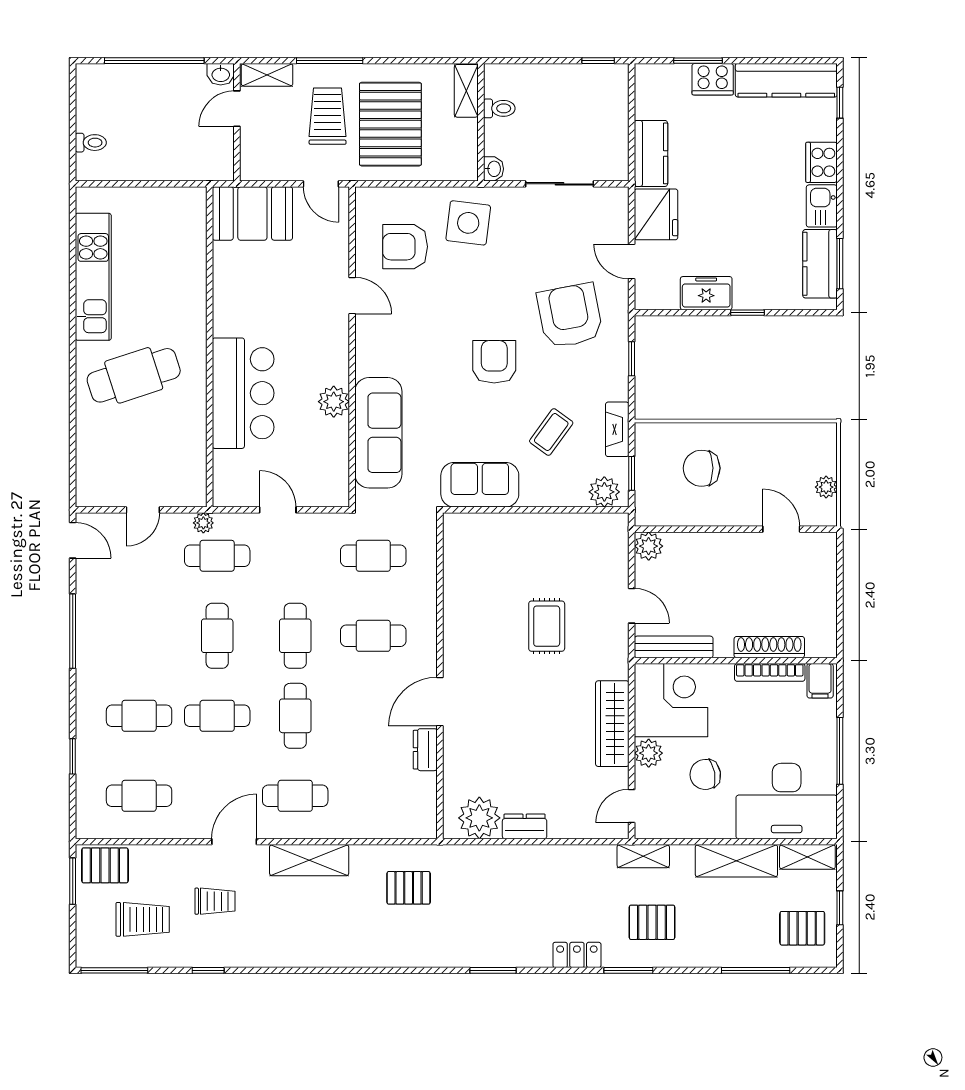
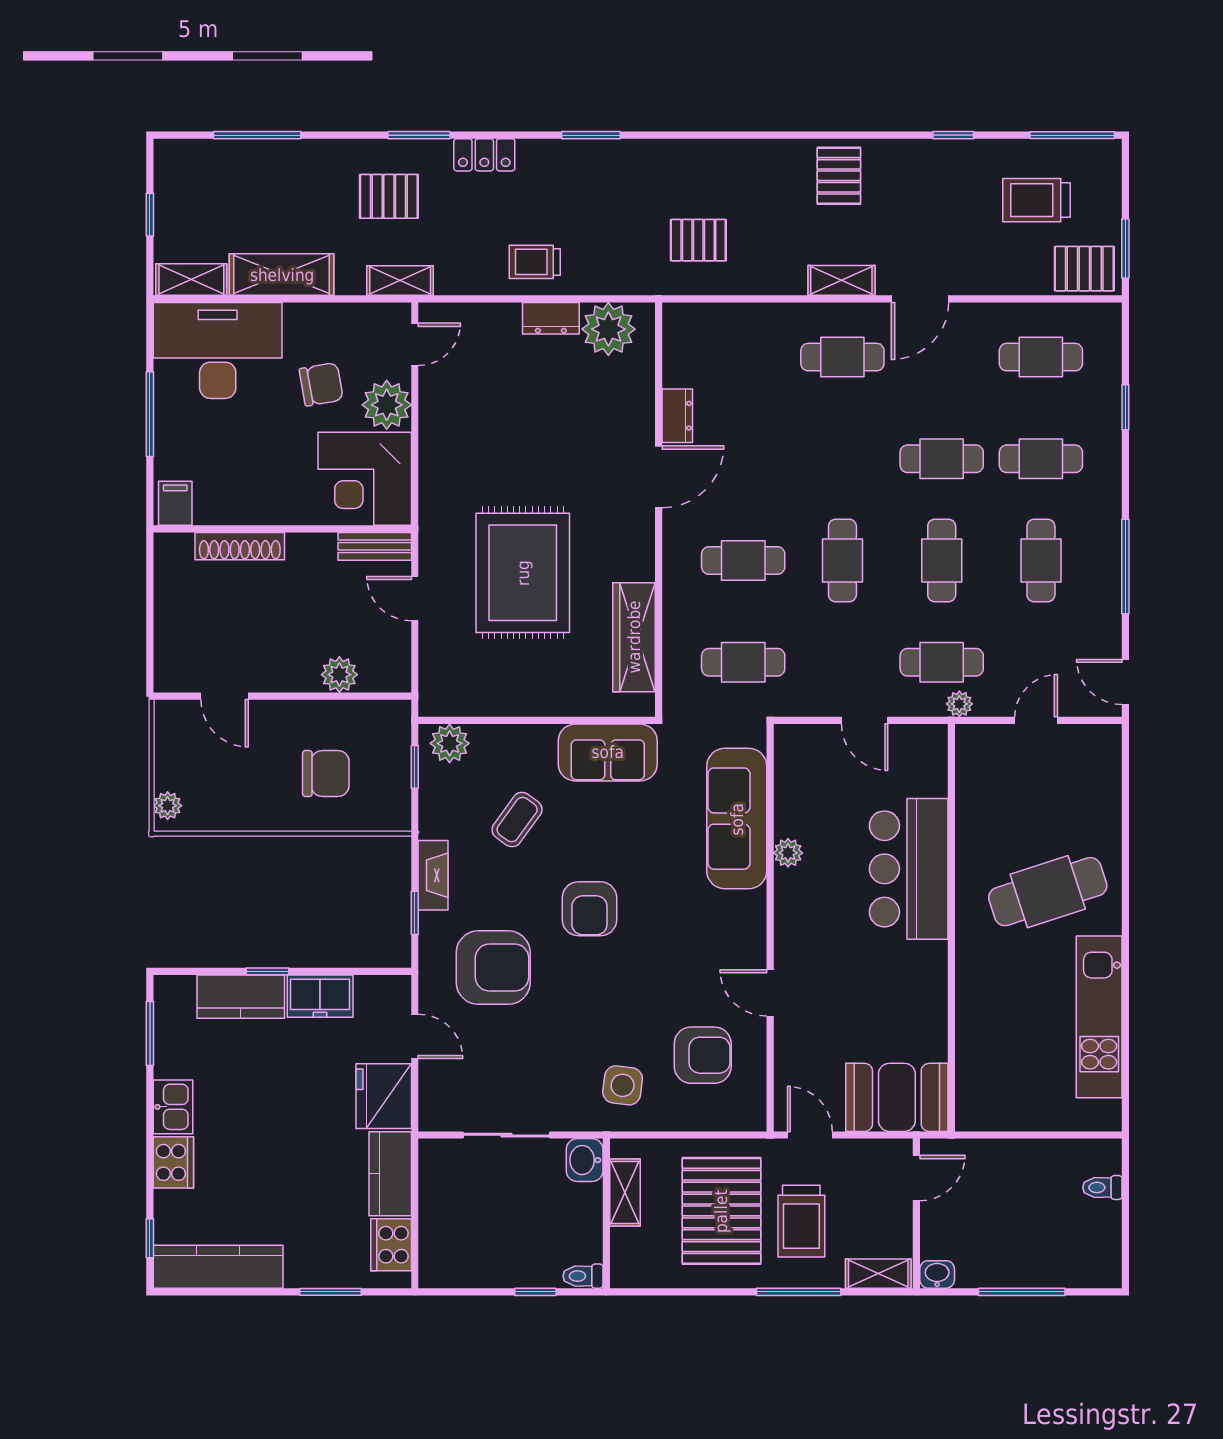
window: (154, 61) -> (1022, 1292), width x0.68
window: (598, 61) -> (535, 1292), moved
cooker: (713, 79) -> (391, 1245), moved, turned -90
shelving: (466, 91) -> (625, 1192), moved
toilet: (499, 108) -> (583, 1276), moved
door: (237, 109) -> (916, 1178), moved
washbasin: (494, 169) -> (585, 1160), width x1.38, depth x1.45
side table: (468, 223) -> (623, 1085), width x0.73, depth x0.73
kitchen counter: (820, 264) -> (241, 997), moved, turned 90
armchair: (570, 316) -> (493, 968), turned -79
plant: (334, 402) -> (788, 853), width x0.73, depth x0.73
fireplace: (617, 429) -> (433, 875), moved
plant: (826, 487) -> (168, 806), moved
plant: (649, 546) -> (339, 675), moved
rug: (547, 626) -> (523, 573), width x1.86, depth x2.06
bench: (674, 647) -> (375, 546), width x0.73
bookcase: (770, 672) -> (239, 514), removed
cafe table: (295, 716) -> (1041, 561), moved
wardrobe: (612, 724) -> (634, 637), moved, turned 180
plant: (649, 753) -> (387, 405), width x1.36, depth x1.36
shelving: (309, 860) -> (841, 280), width x0.67, depth x0.75
trolley: (215, 901) -> (535, 262), moved
pallet: (802, 928) -> (839, 176), moved, turned 90

